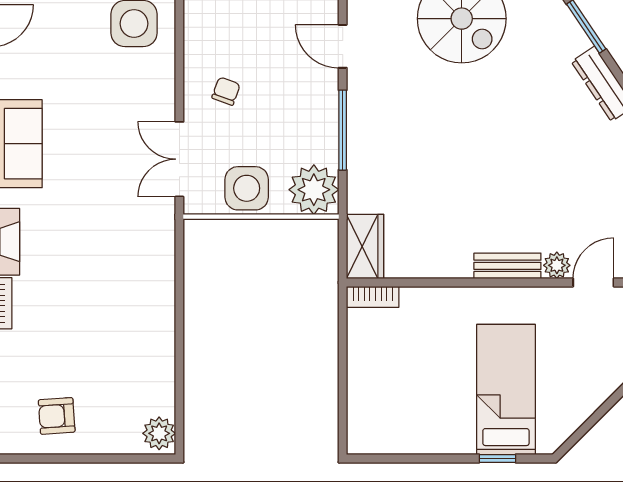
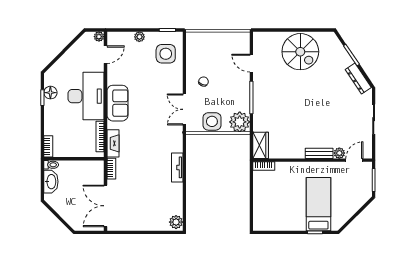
tv unit: (162, 300) -> (177, 167), added
armchair: (57, 416) -> (134, 215), removed

